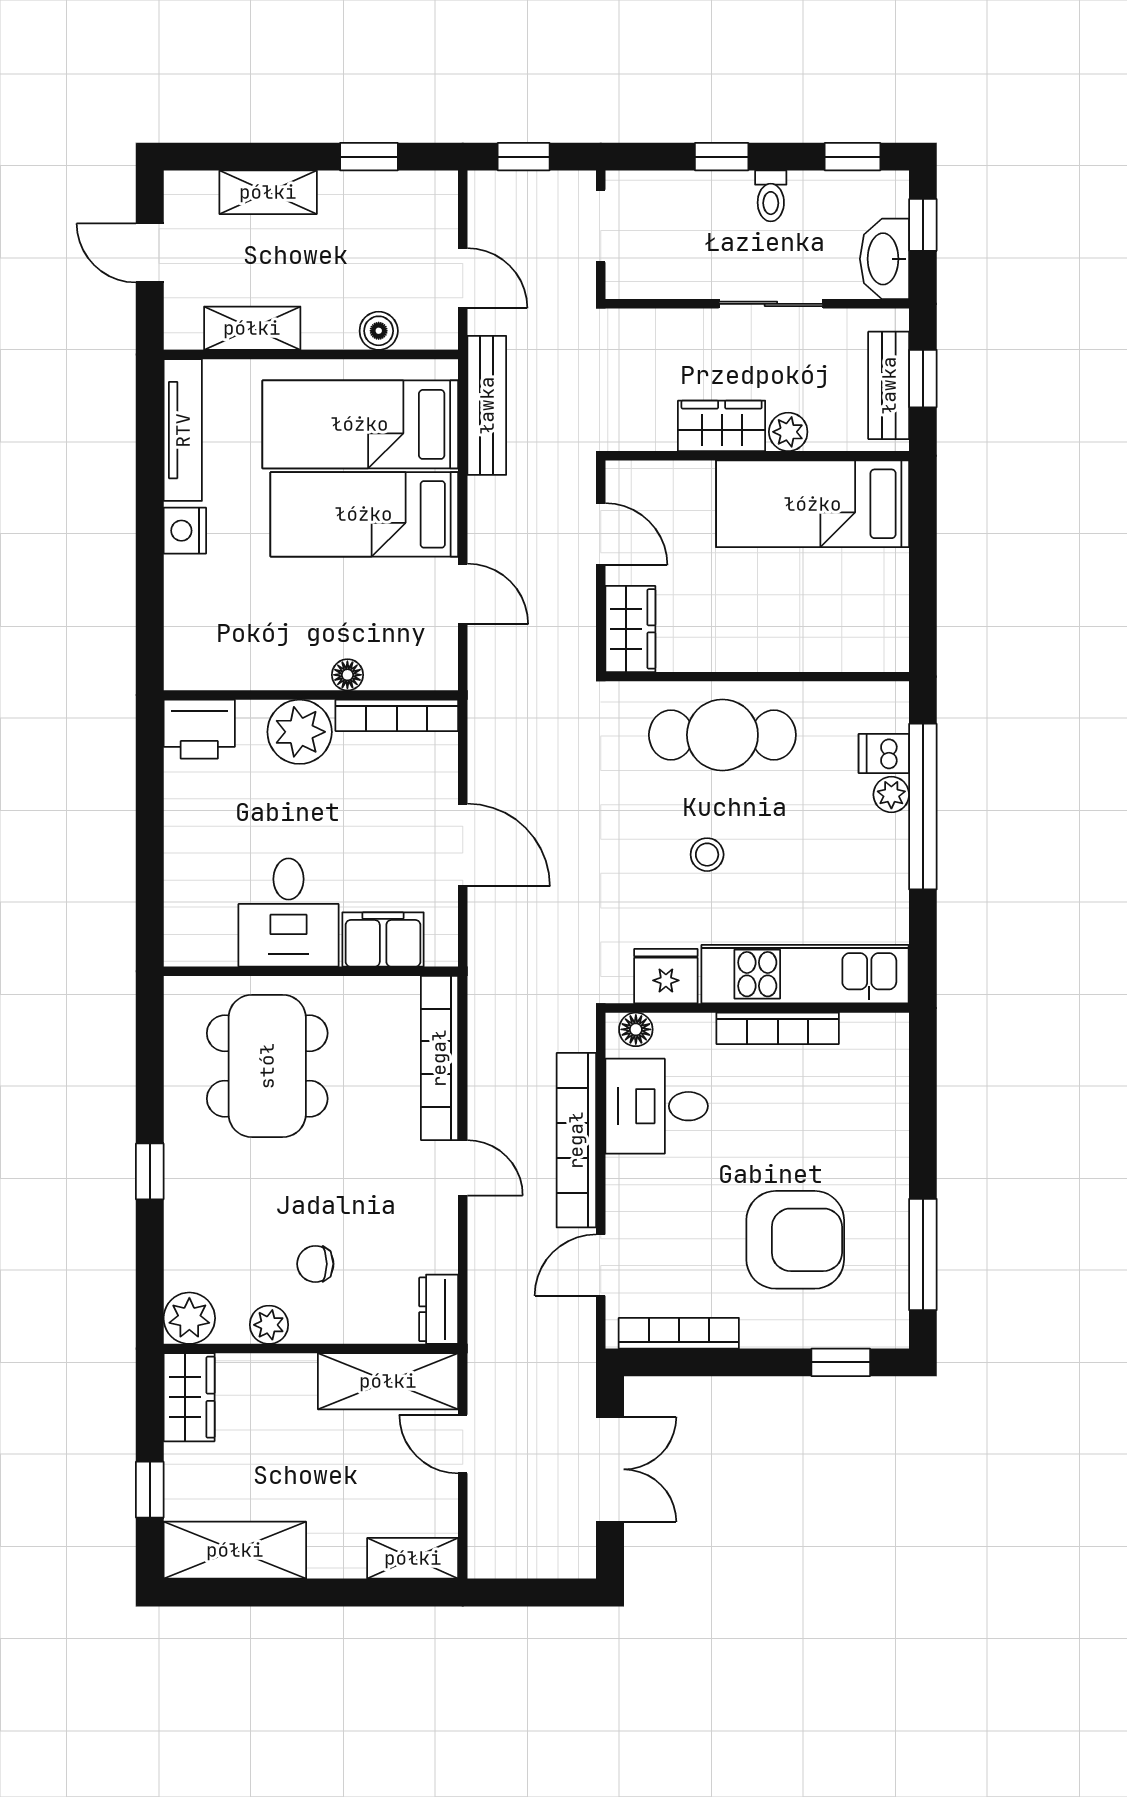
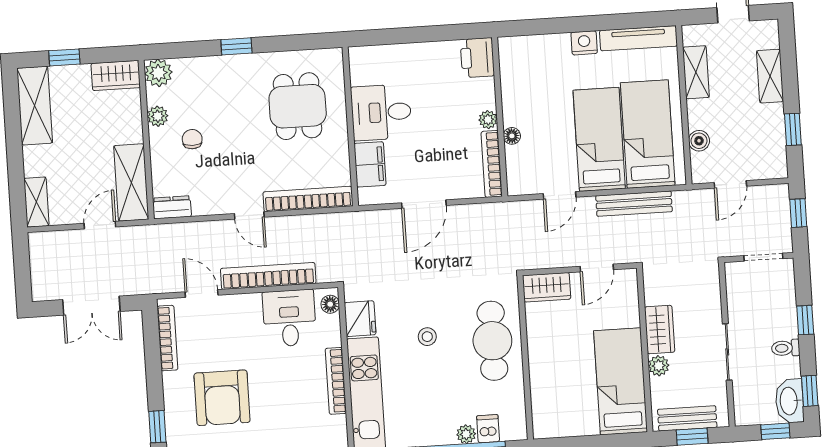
washbasin: (884, 259) -> (790, 401), moved, turned -90
bench: (487, 405) -> (634, 204), moved
plant: (300, 732) -> (488, 120), width x0.53, depth x0.53
dining table: (267, 1066) -> (298, 106), width x0.73
door: (463, 1168) -> (249, 215), hinge flipped

